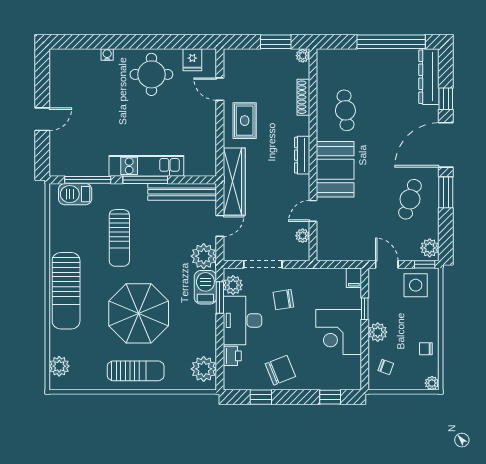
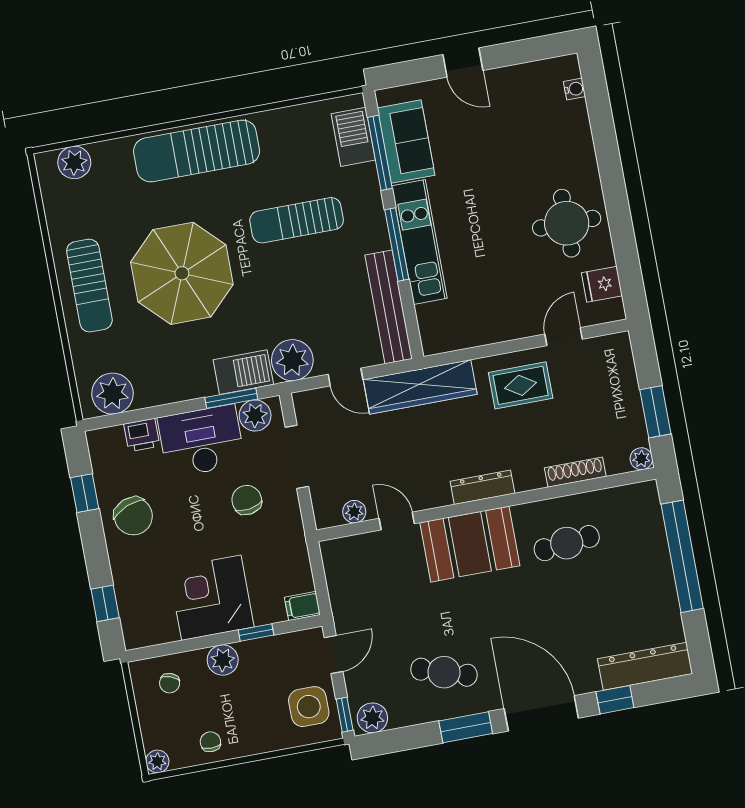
window: (391, 42) -> (682, 556), moved
water cooler: (107, 55) -> (574, 89), moved
sofa: (84, 163) -> (406, 142), added

